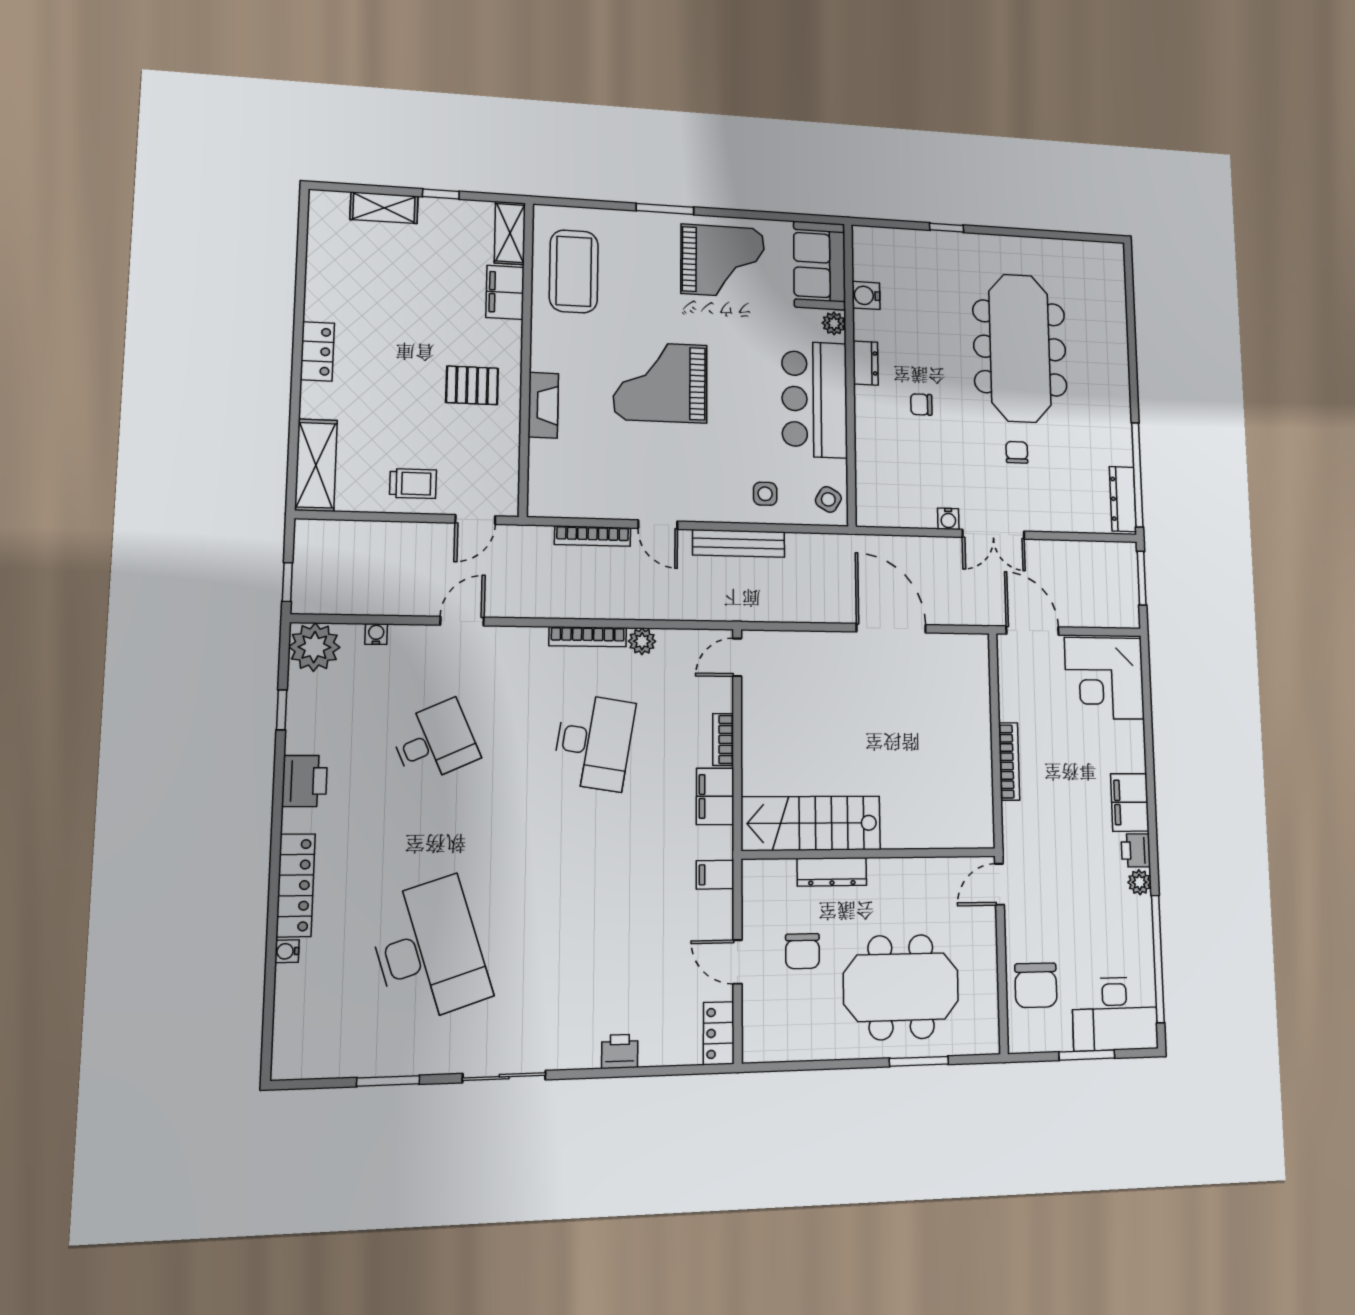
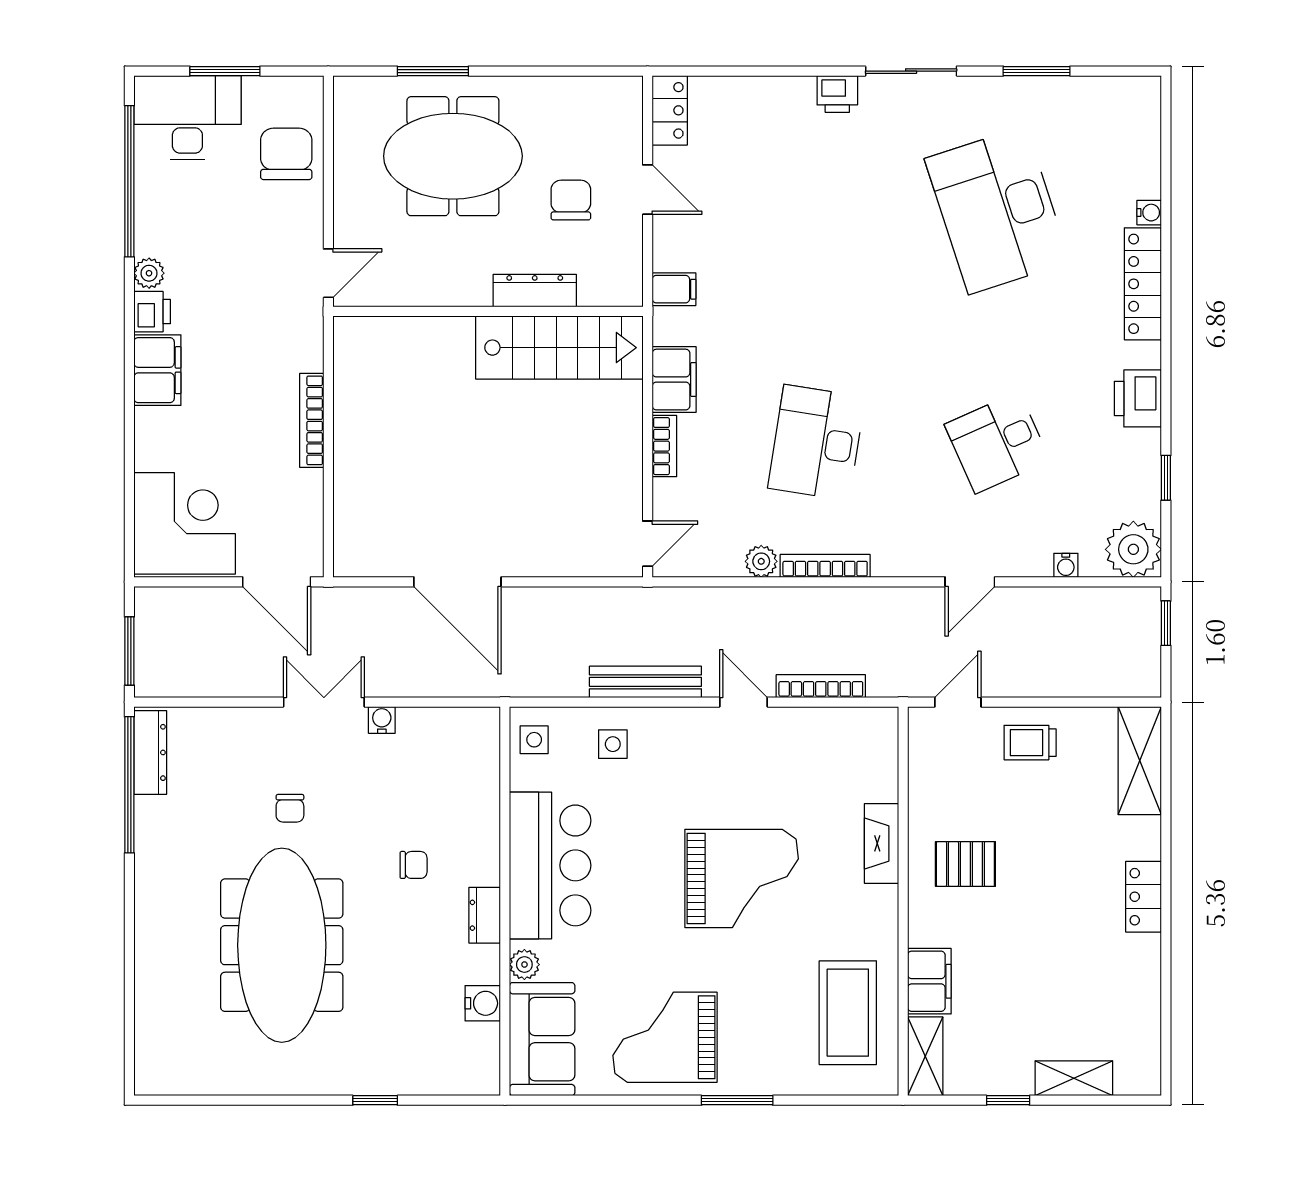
side table: (828, 499) -> (534, 740), turned -31
printer: (620, 1051) -> (837, 94), moved

